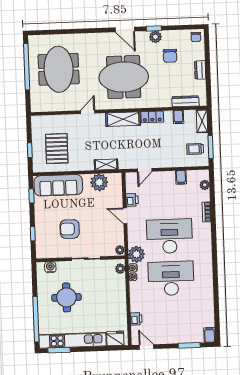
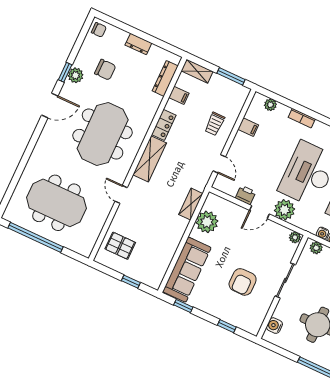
pallet: (57, 149) -> (120, 246), moved, width x0.67, depth x0.71
trolley: (195, 149) -> (215, 124), moved
plant: (136, 254) -> (284, 210), moved

